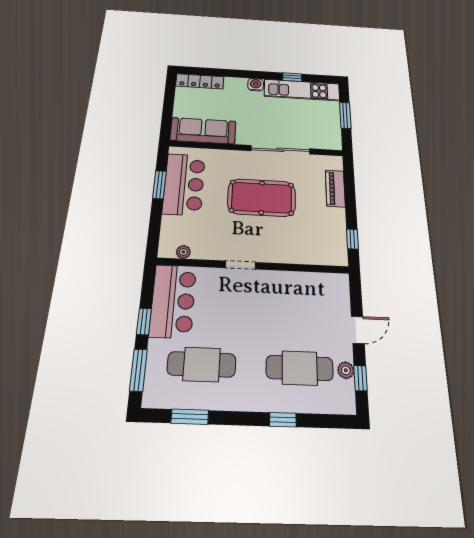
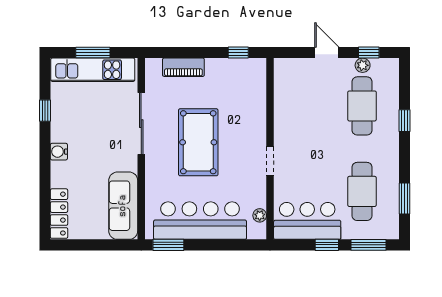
kitchen unit: (302, 90) -> (93, 70), moved, turned 90
bar counter: (184, 184) -> (200, 221), width x1.36
window: (159, 185) -> (168, 245), moved

